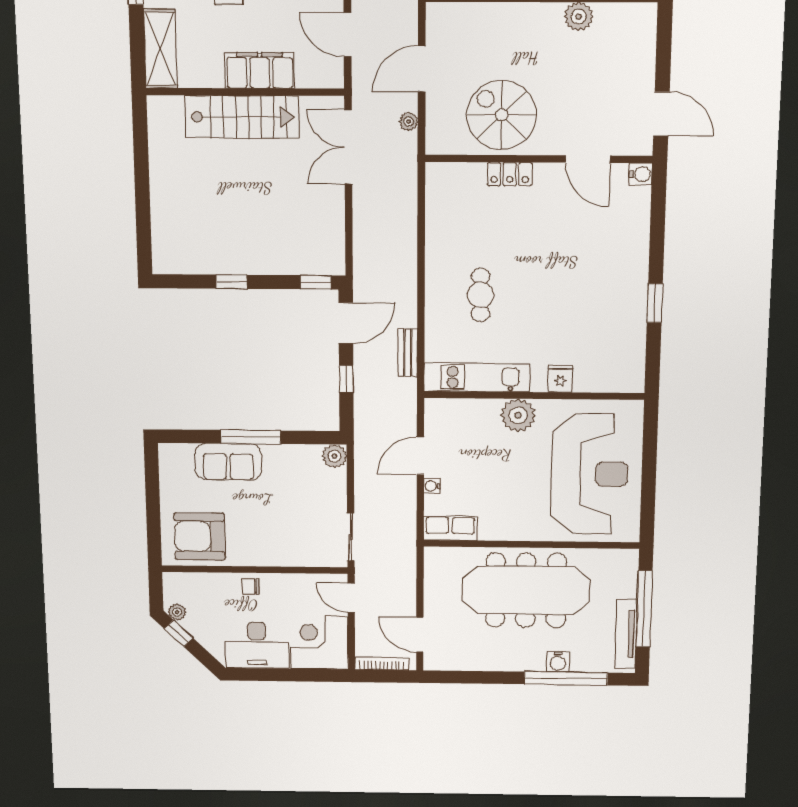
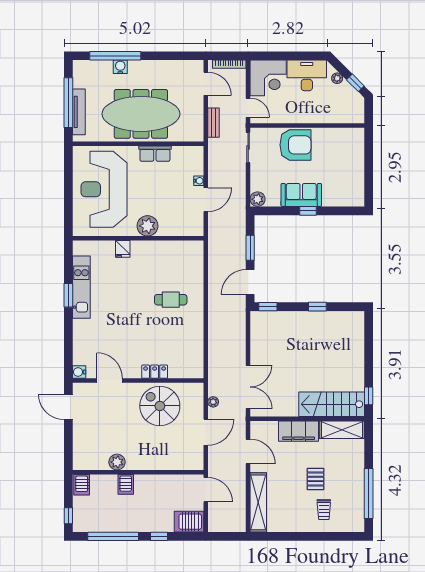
shelving: (160, 49) -> (342, 430), moved, turned 90
spiral stairs: (502, 115) -> (160, 406), turned 180
stairs: (242, 117) -> (332, 404), moved
window: (140, 131) -> (369, 396), added
cafe table: (480, 295) -> (171, 300), turned 90
bench: (408, 353) -> (213, 123), moved
kitchen unit: (477, 377) -> (81, 287), moved, turned -90
window: (346, 379) -> (250, 248), width x1.50
window: (251, 437) -> (308, 211), width x0.46
sofa: (228, 462) -> (301, 195), moved
row of seats: (450, 528) -> (155, 154), moved
armchair: (200, 536) -> (295, 145), moved
chair: (250, 587) -> (310, 114), removed
plant: (177, 612) -> (337, 78), moved
tv unit: (626, 634) -> (79, 112), moved

